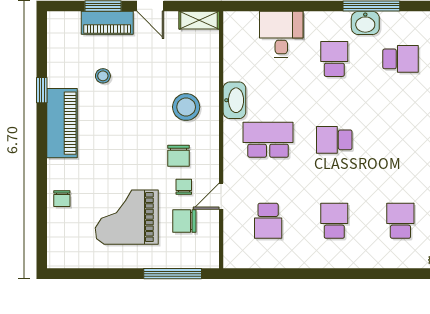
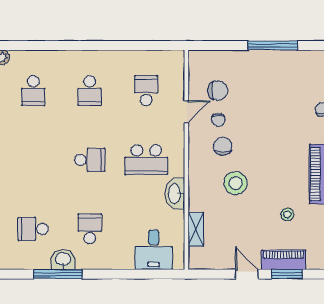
shelving: (199, 20) -> (196, 229), moved, turned 90
desk: (281, 34) -> (154, 250), moved
school desk: (334, 59) -> (90, 229), turned 180
stool: (186, 107) -> (236, 183), moved
grand piano: (127, 217) -> (267, 94), removed
window: (173, 274) -> (273, 45), moved

